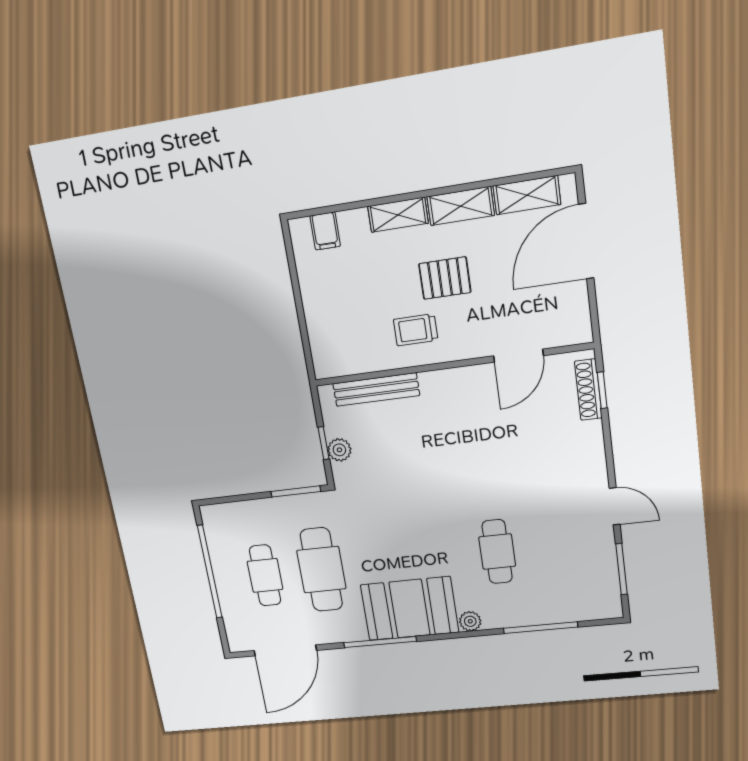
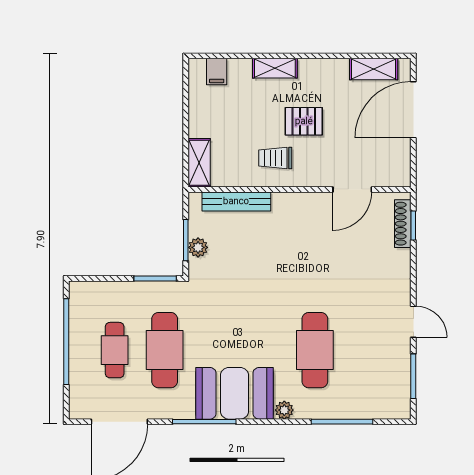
shelving: (461, 206) -> (199, 163), moved, turned 90
window: (324, 443) -> (186, 240), width x1.50
cafe table: (497, 552) -> (315, 350), width x1.37, depth x1.35

